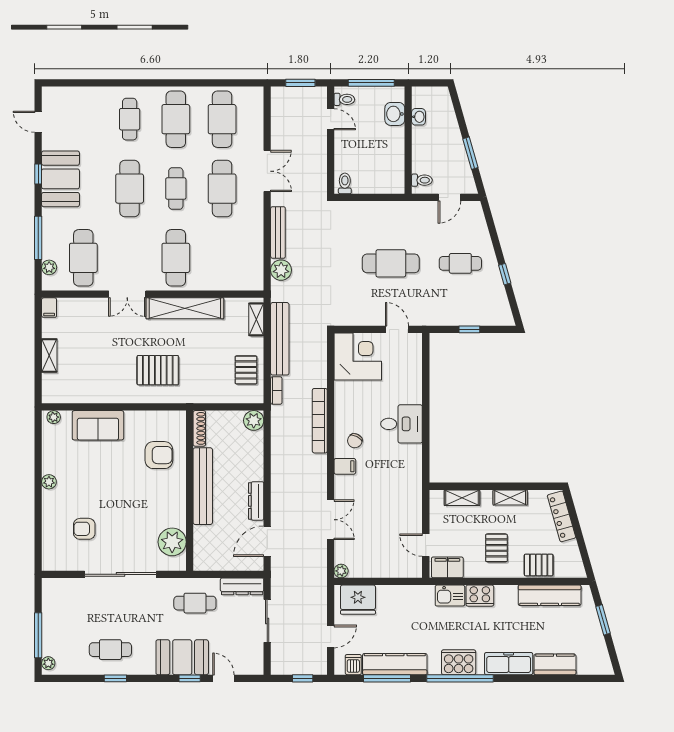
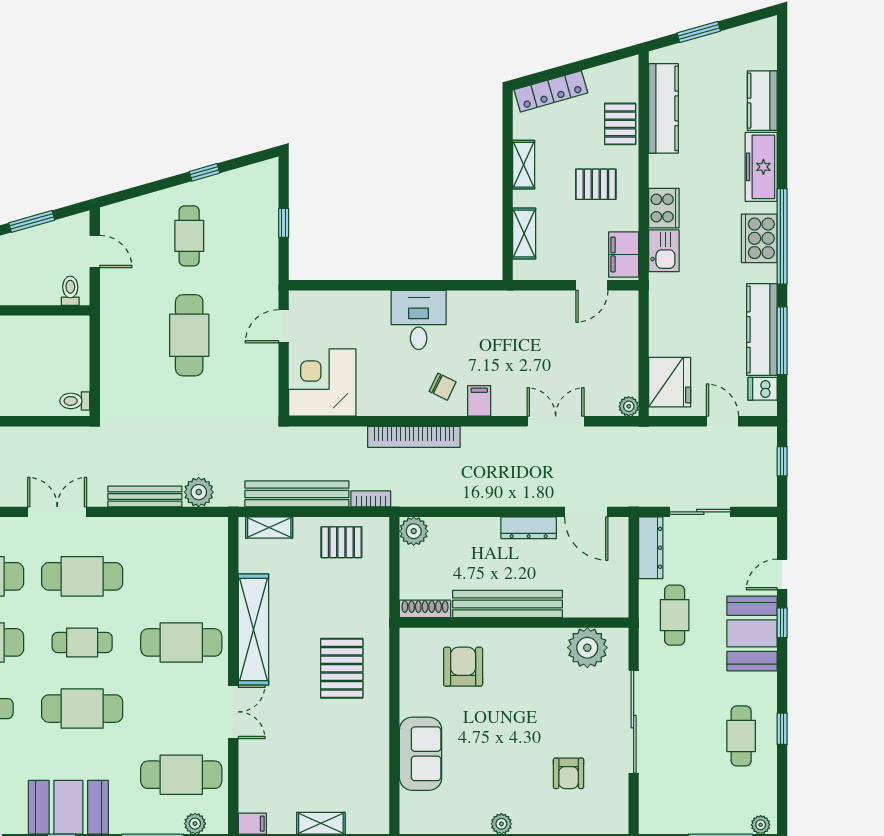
plant: (54, 417) -> (409, 817), removed

